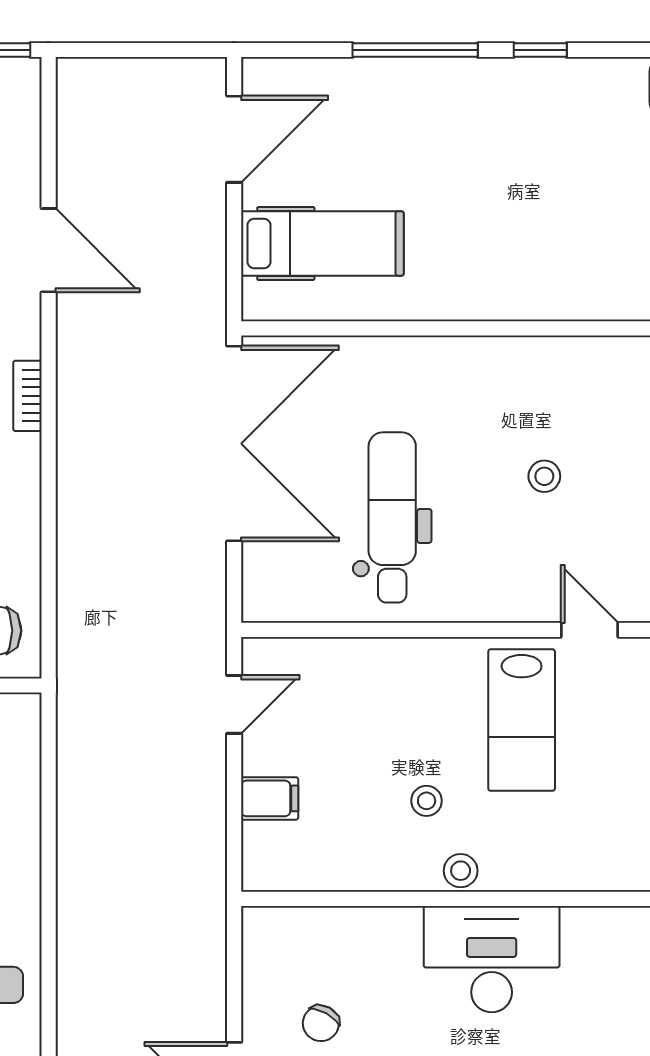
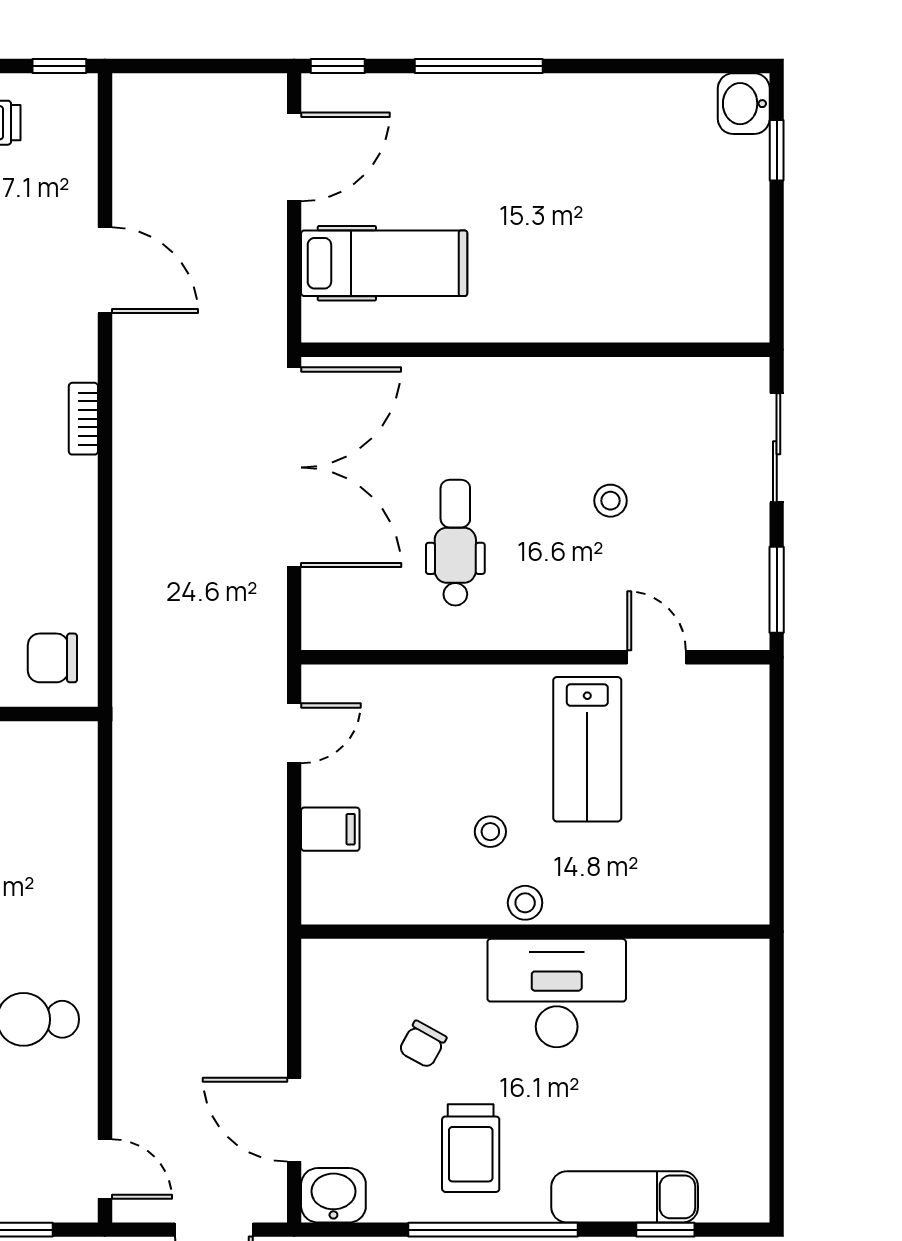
window: (540, 50) -> (338, 66), moved
dental chair: (392, 517) -> (455, 543), width x0.73, depth x0.72
chair: (321, 1023) -> (423, 1044), moved

